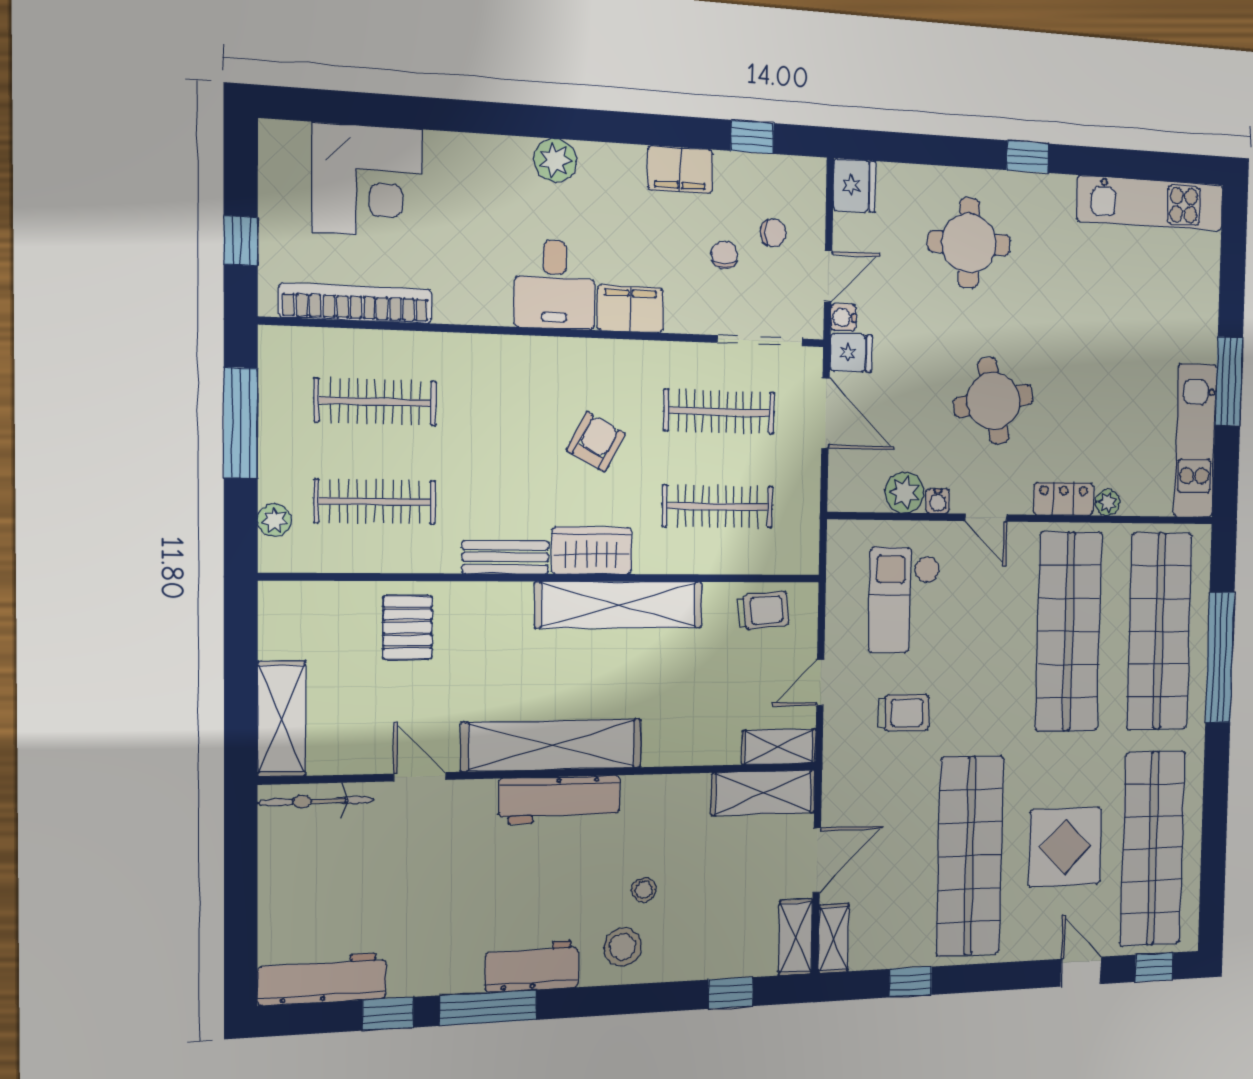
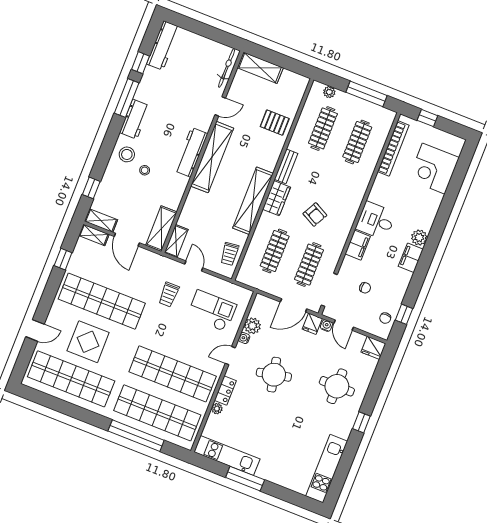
filing cabinet: (680, 170) -> (411, 258), moved
chair: (773, 233) -> (385, 318), moved
window: (1154, 967) -> (22, 362), removed

